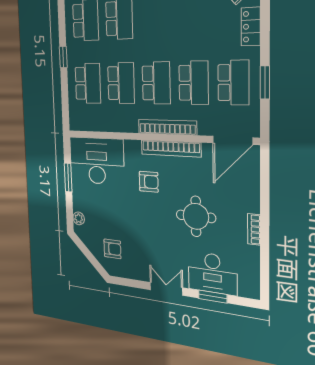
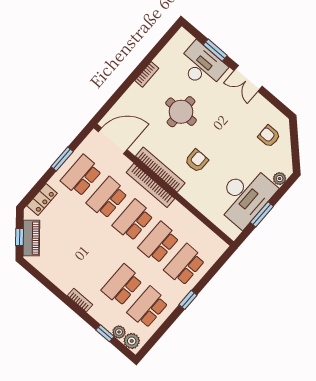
desk: (97, 161) -> (245, 196), moved, turned -90
armchair: (149, 182) -> (197, 161), turned 90

